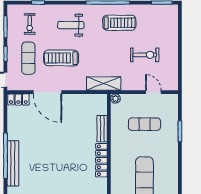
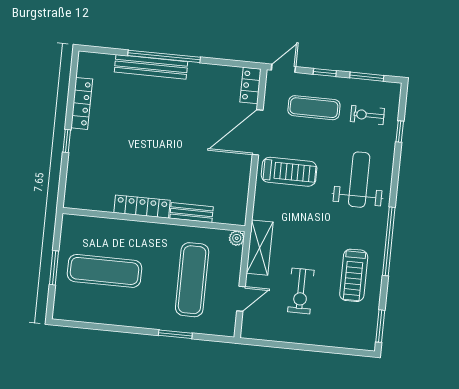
treadmill: (119, 23) -> (354, 275), moved
weight bench: (71, 25) -> (359, 180), width x1.36, depth x1.33
treadmill: (61, 58) -> (289, 172), moved, turned 90
shelving: (104, 84) -> (260, 248), moved
exercise mat: (144, 124) -> (192, 280), width x1.36, depth x1.45

